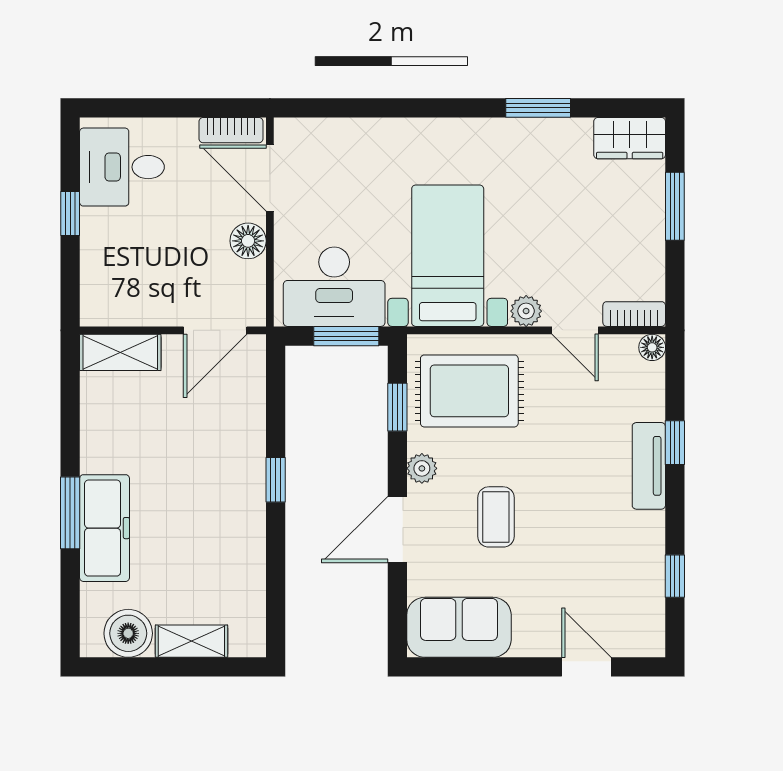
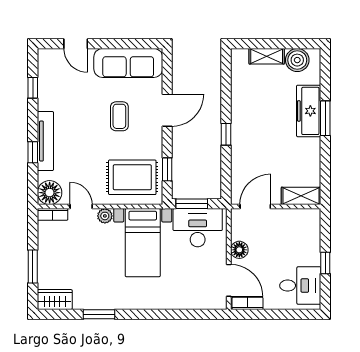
floor lamp: (652, 347) -> (50, 193), width x1.89, depth x1.89
tv unit: (649, 466) -> (45, 141), width x1.41
plant: (422, 468) -> (155, 140), removed
sofa: (459, 627) -> (128, 63), width x1.36

